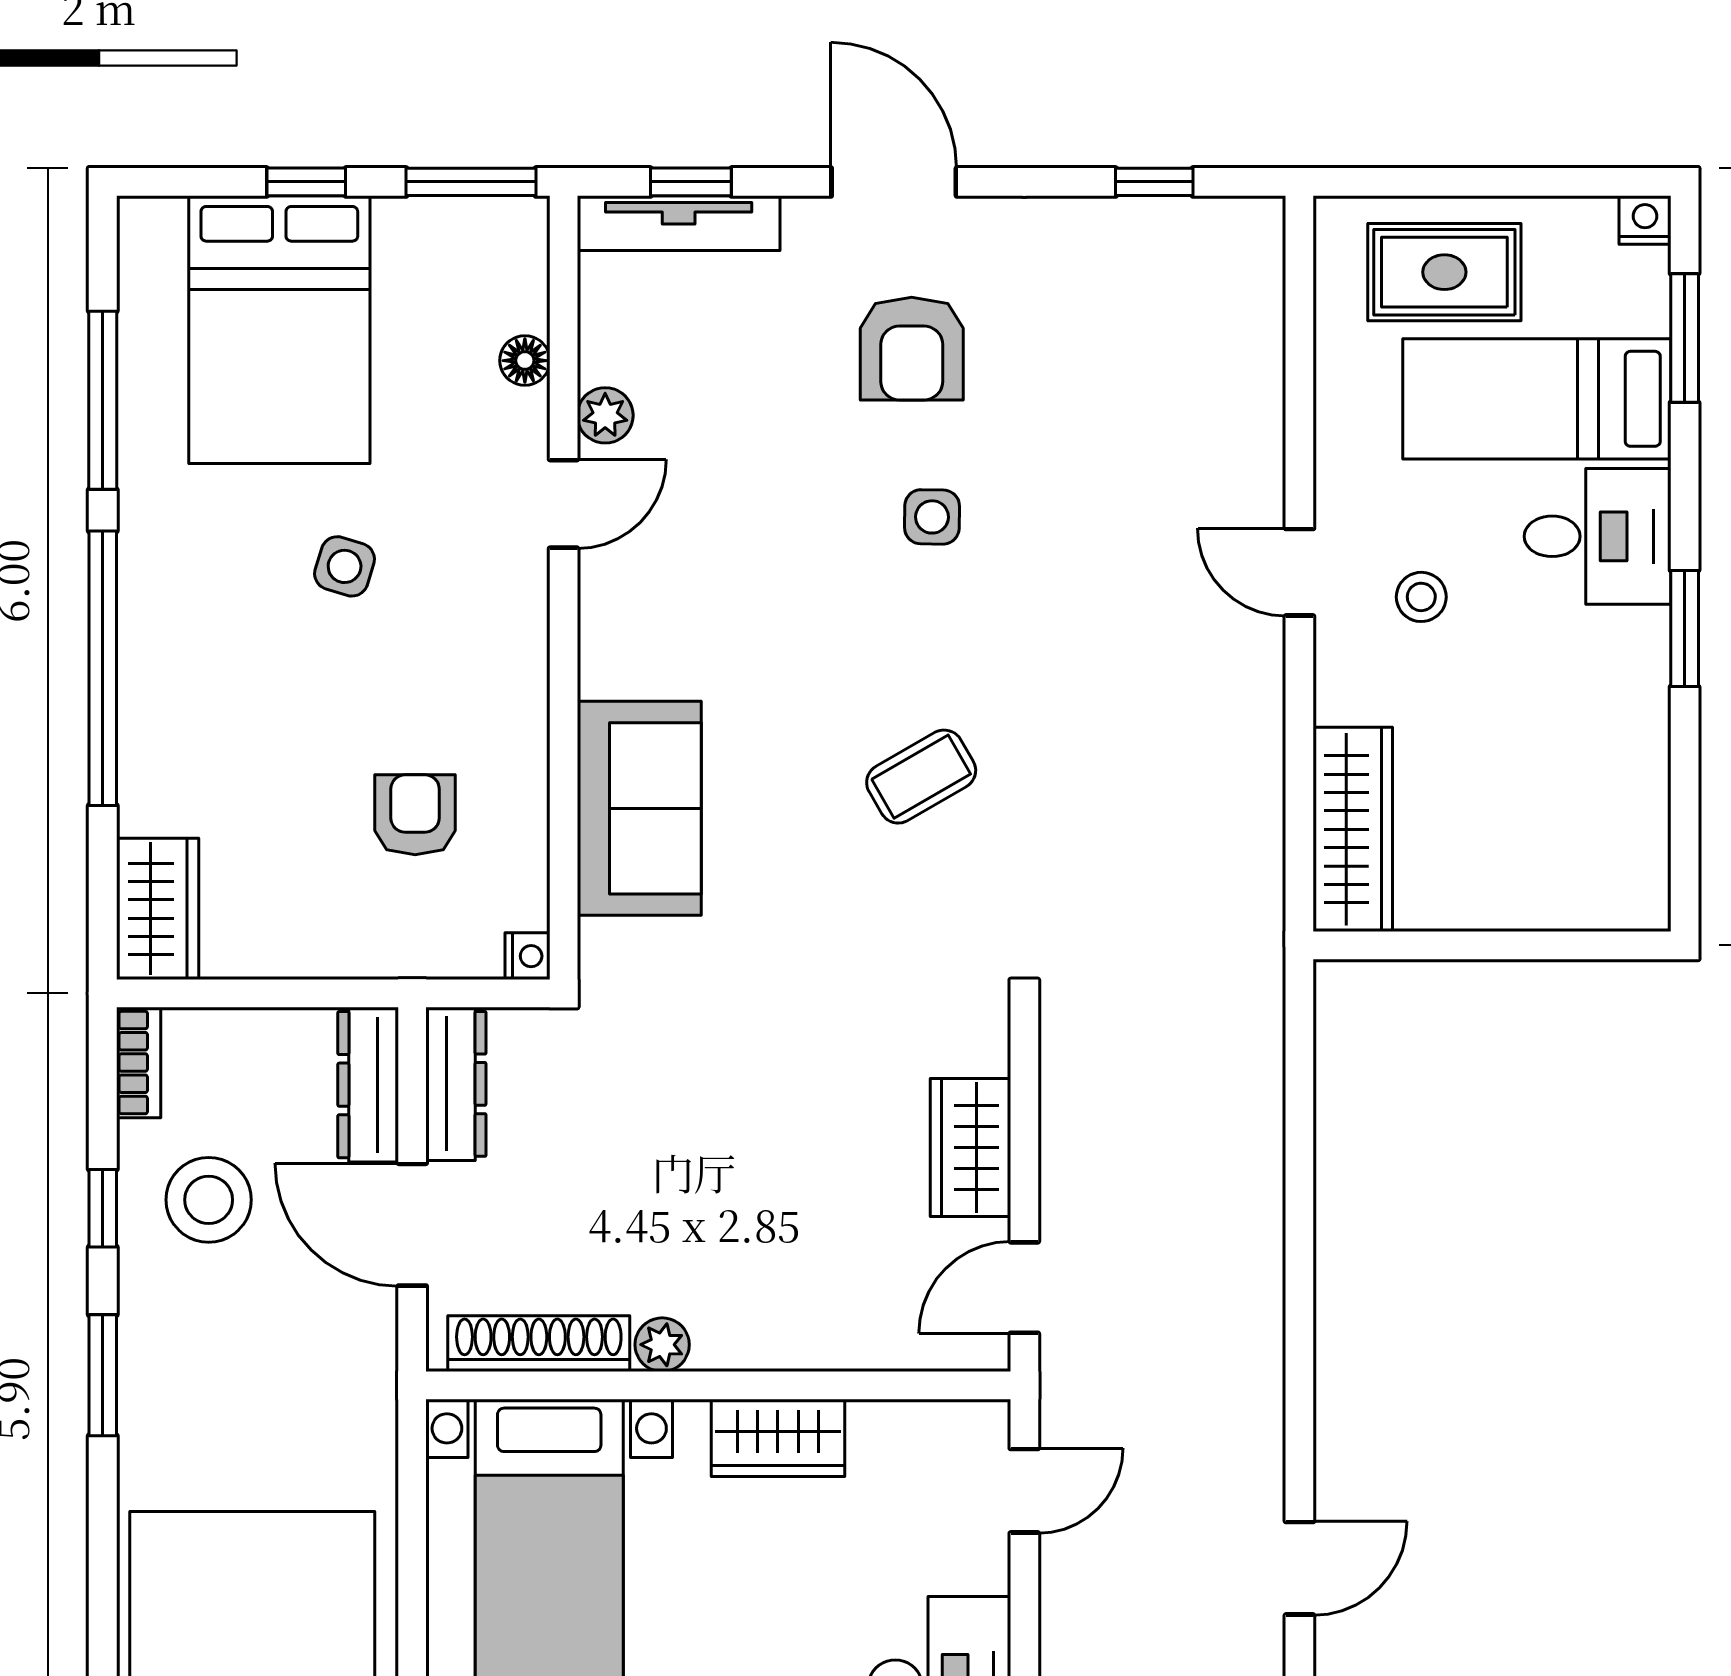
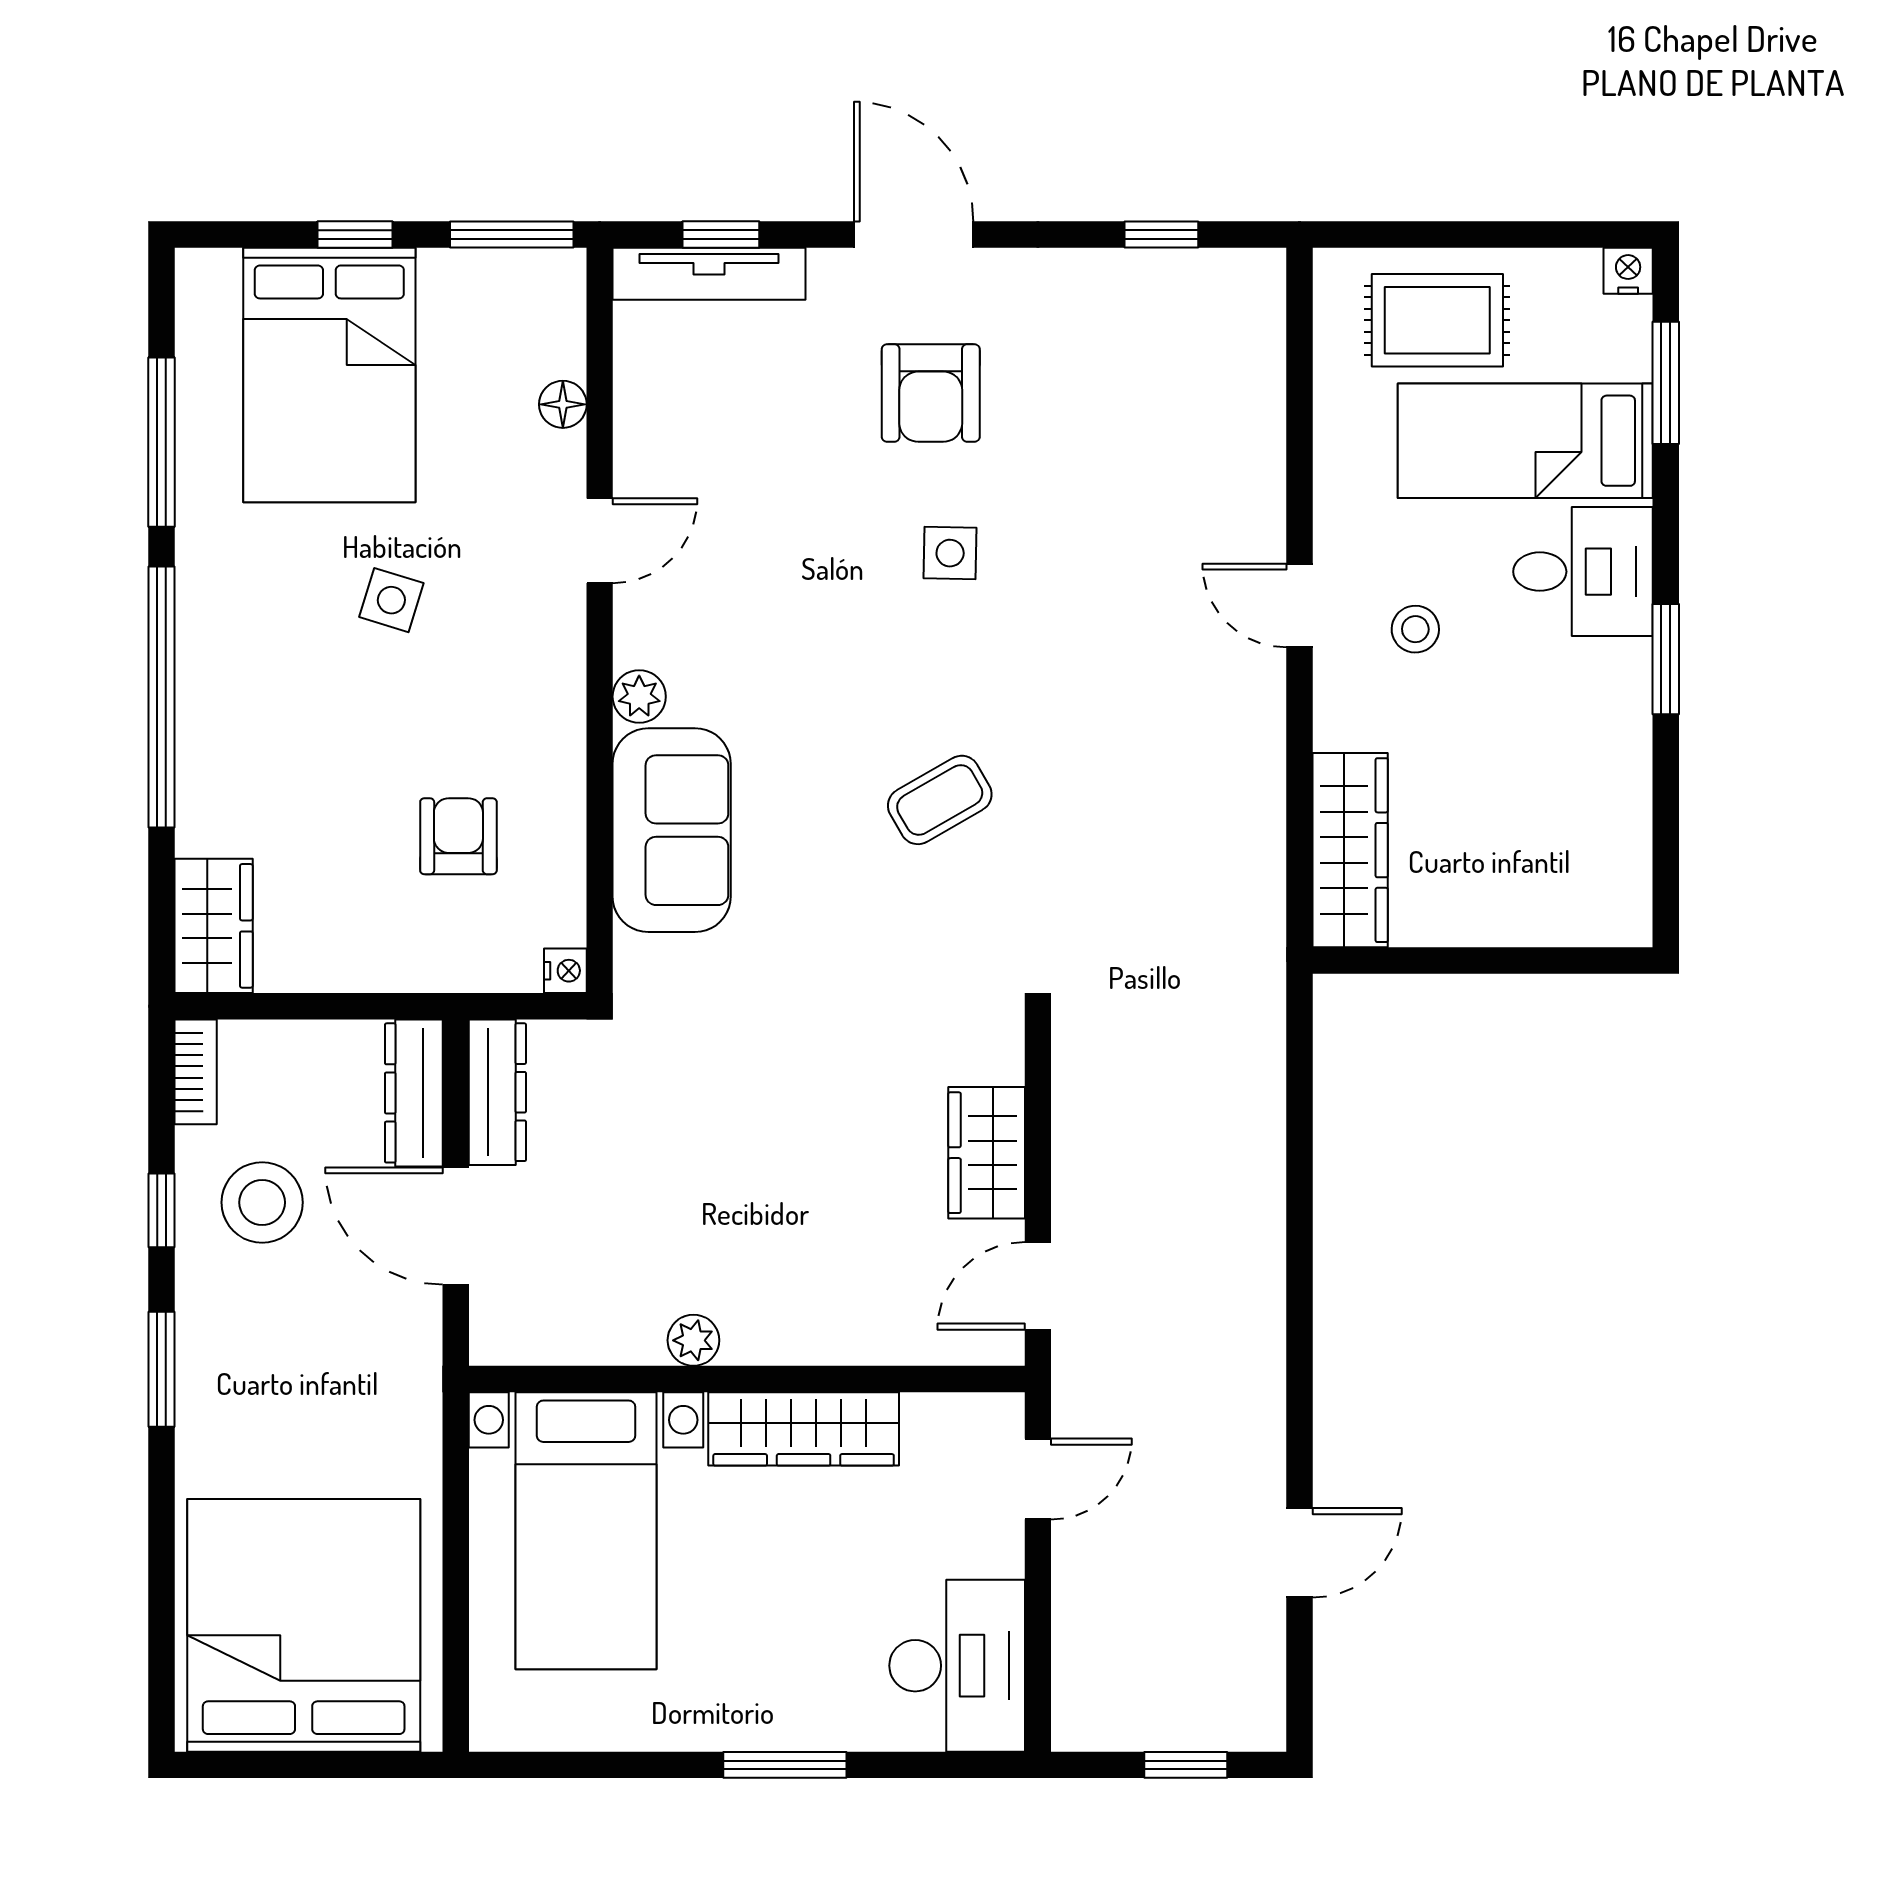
plant: (605, 415) -> (639, 697), moved
shoe rack: (539, 1344) -> (576, 1339), removed
wardrobe: (778, 1438) -> (804, 1429), width x1.50

